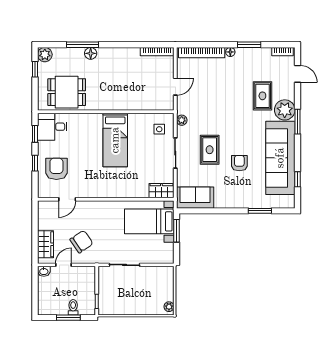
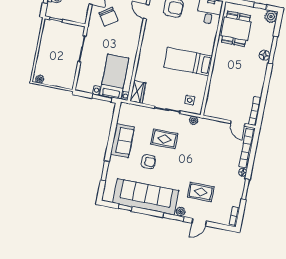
door: (298, 74) -> (199, 222), moved
door: (175, 87) -> (238, 123), moved
plant: (285, 110) -> (180, 211), width x0.53, depth x0.53
sofa: (195, 198) -> (122, 141), moved

